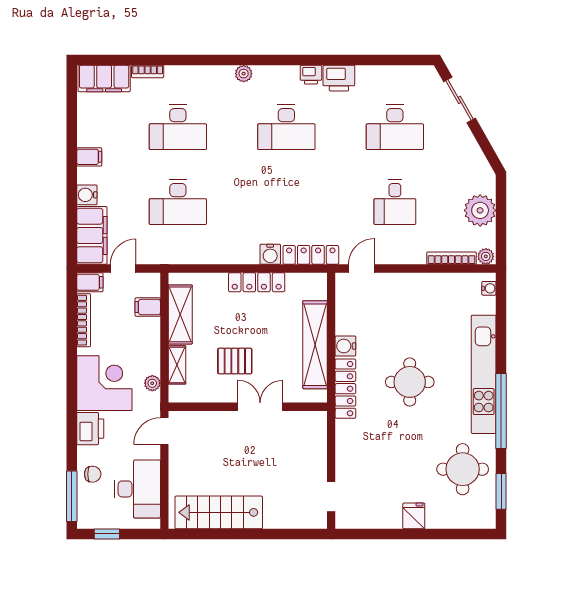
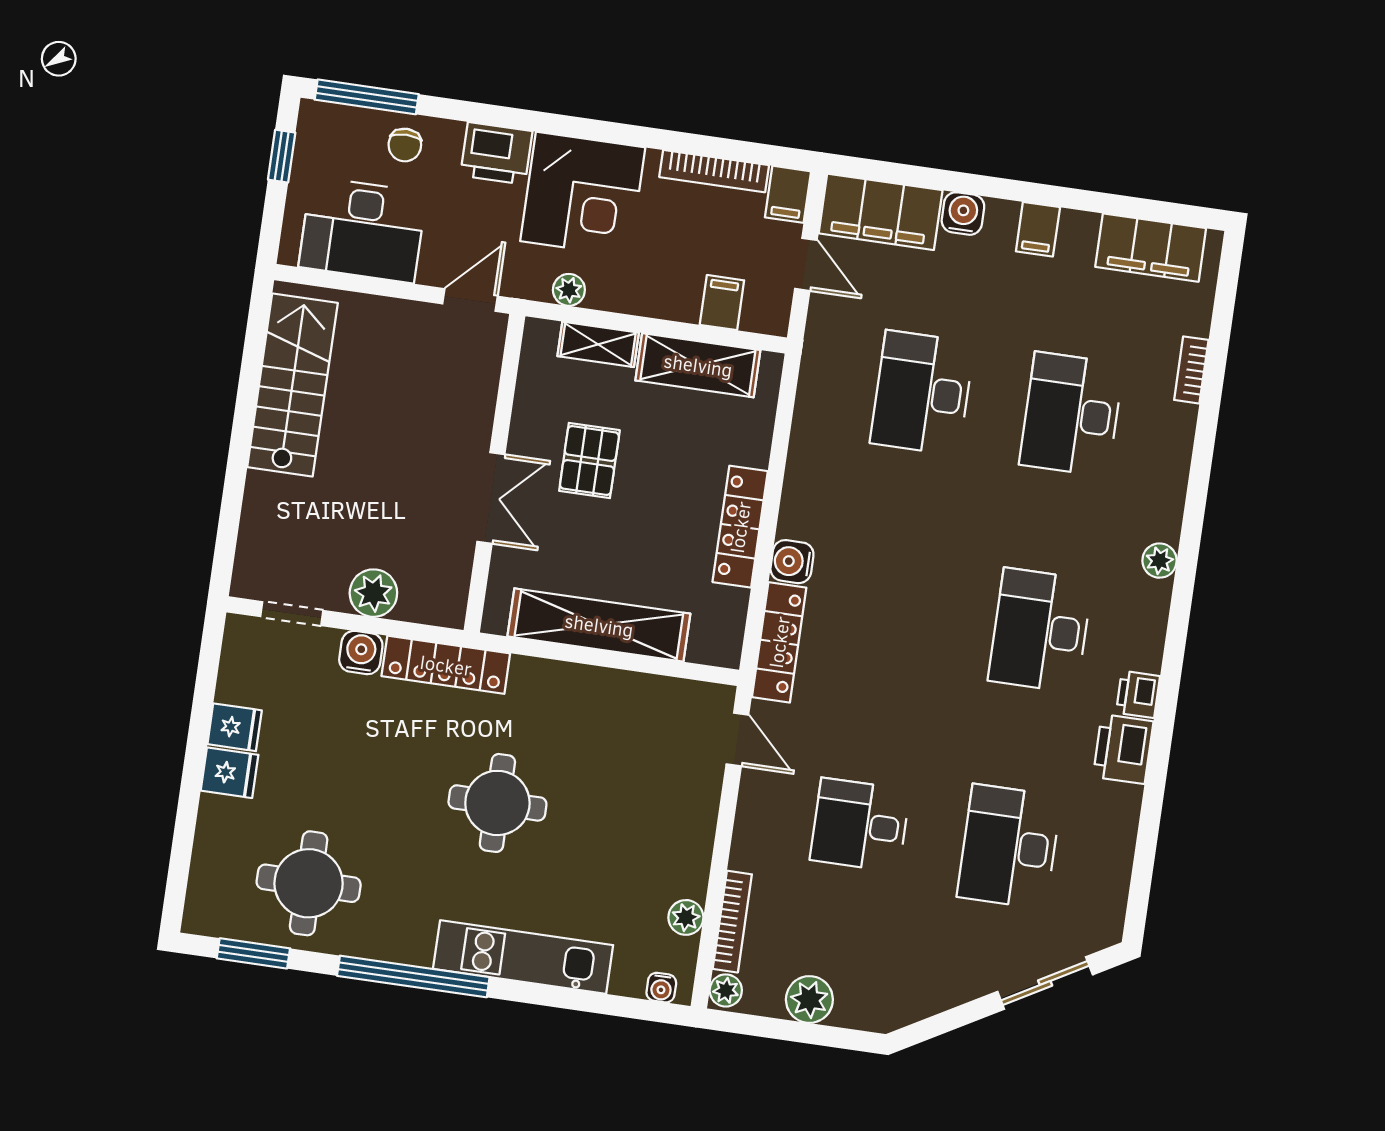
filing cabinet: (104, 78) -> (1151, 248), moved, turned -90
plant: (480, 210) -> (809, 1000), width x0.73, depth x0.73
plant: (453, 281) -> (686, 917), added
water cooler: (345, 346) -> (361, 653), moved
kitchen unit: (484, 374) -> (523, 957), width x0.73
locker: (345, 389) -> (446, 665), moved
door: (164, 431) -> (470, 300), hinge flipped
plant: (315, 458) -> (373, 593), added
fridge: (391, 517) -> (235, 727), added

